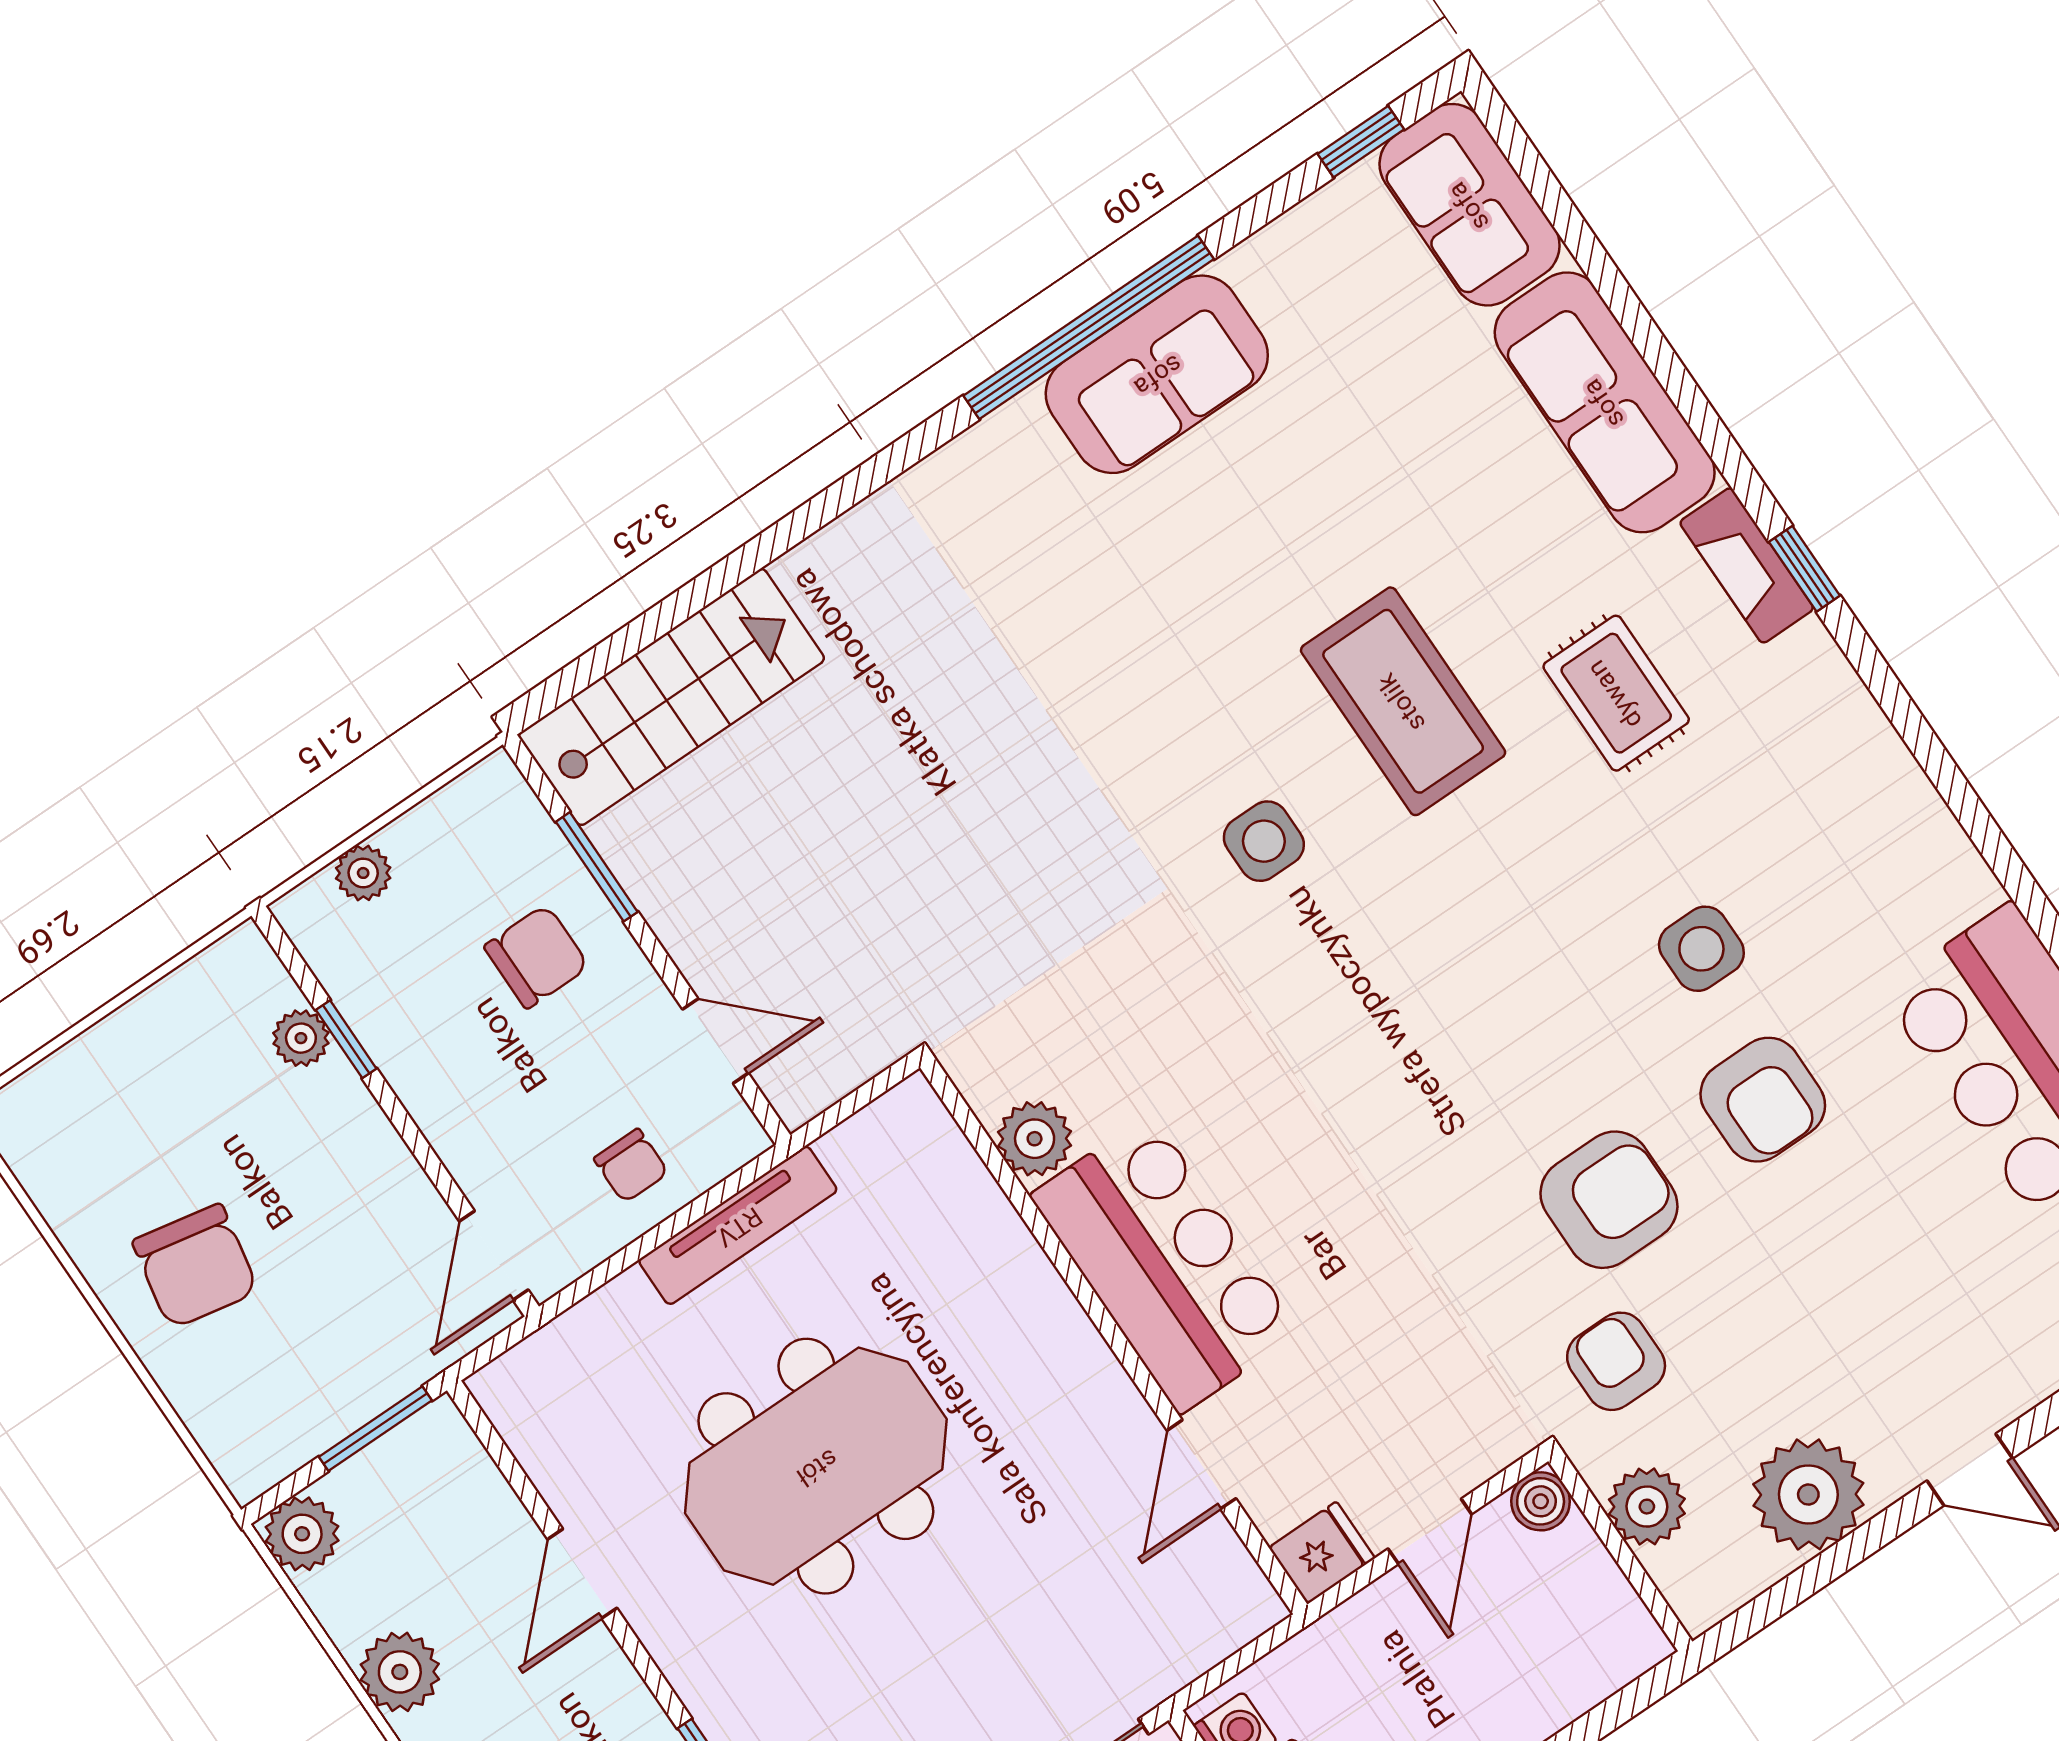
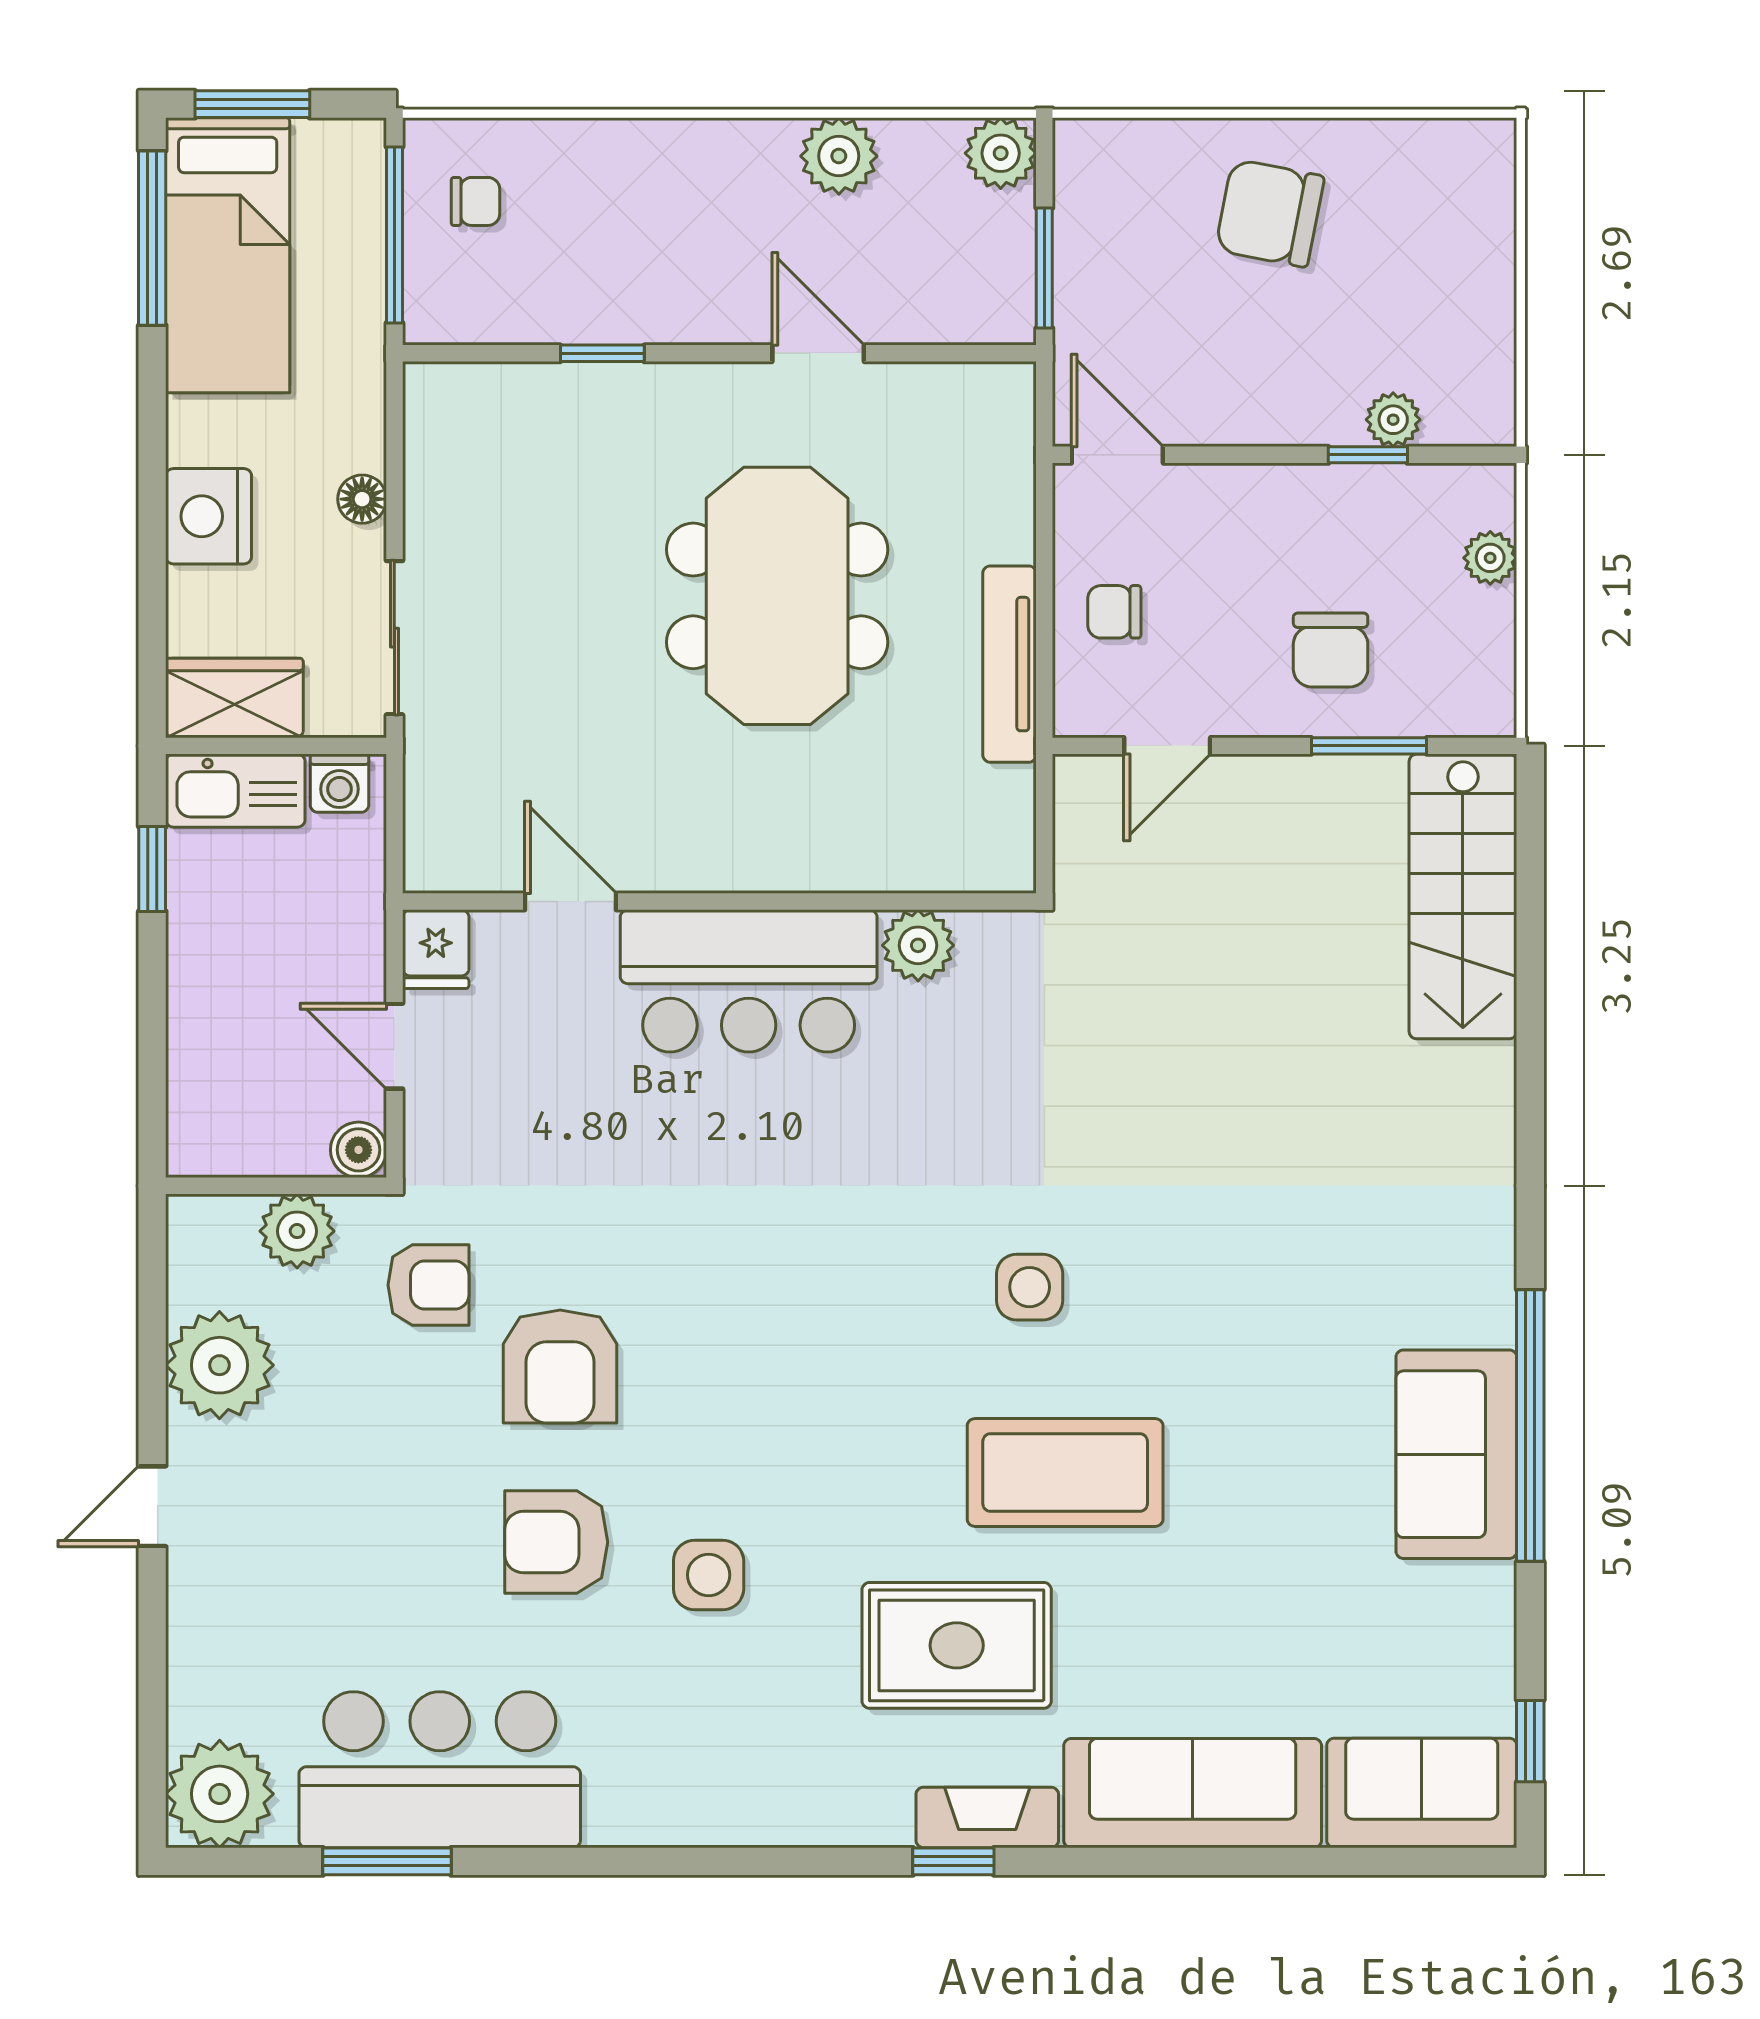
rug: (1616, 693) -> (957, 1645), width x1.36, depth x1.43

